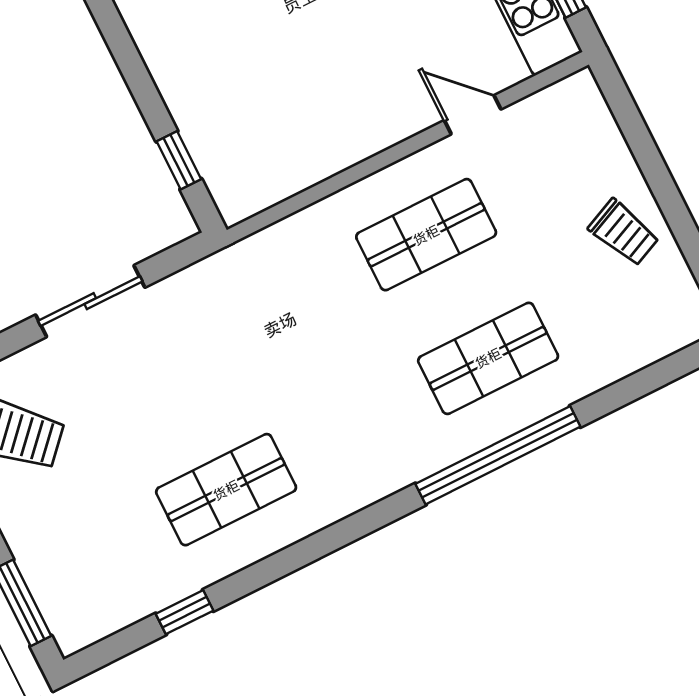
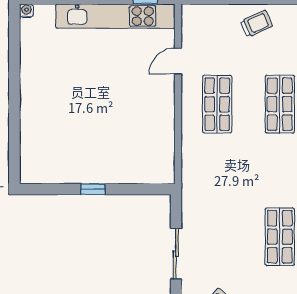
window: (179, 160) -> (93, 189), moved

